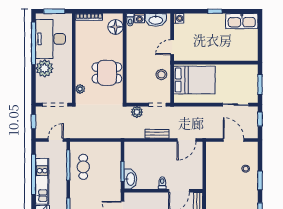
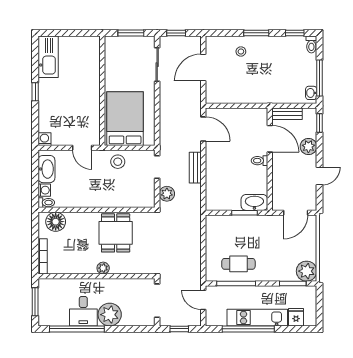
desk: (50, 39) -> (83, 311), width x0.53, depth x0.77
plant: (80, 89) -> (103, 268), moved

